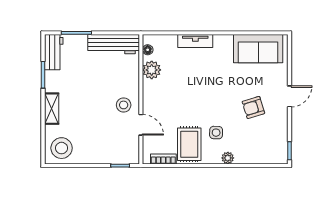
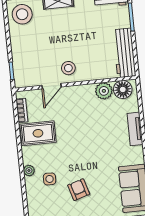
floor lamp: (148, 50) -> (123, 90), width x1.89, depth x1.89
side table: (216, 133) -> (50, 179), moved

